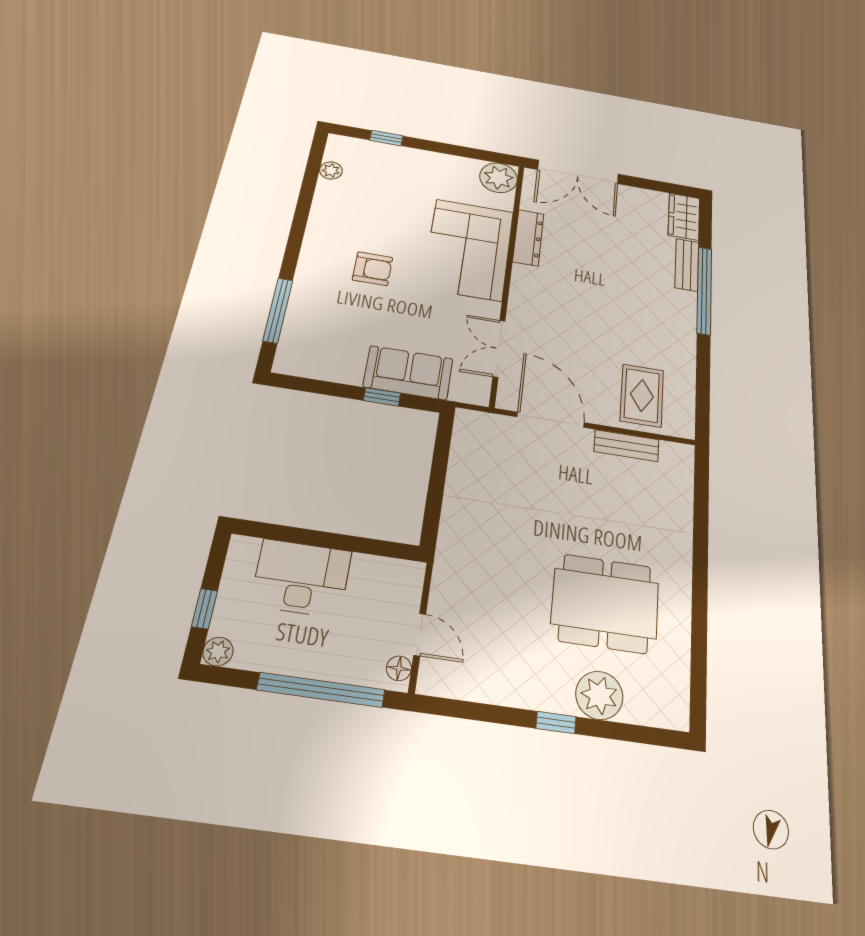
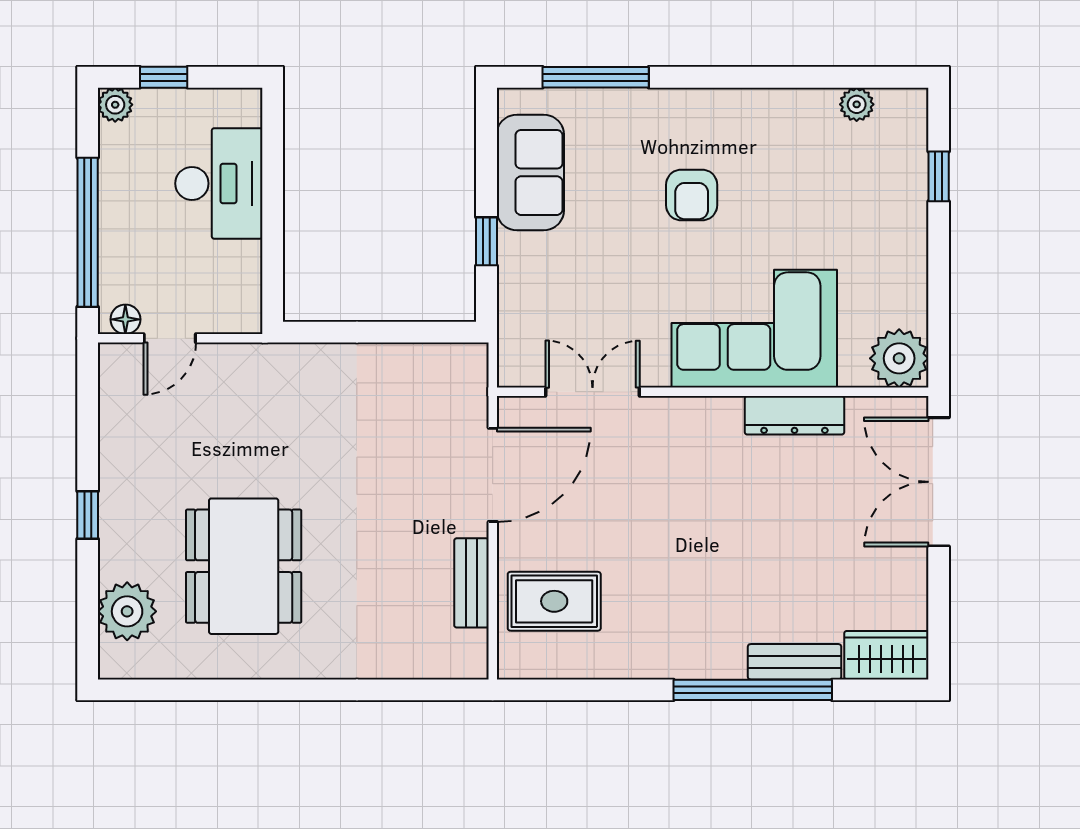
sofa: (408, 373) -> (530, 172), moved
plant: (599, 695) -> (127, 611), moved

